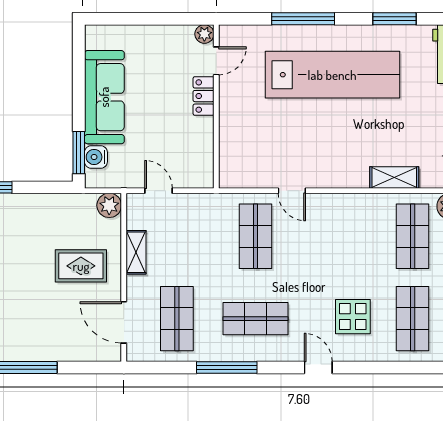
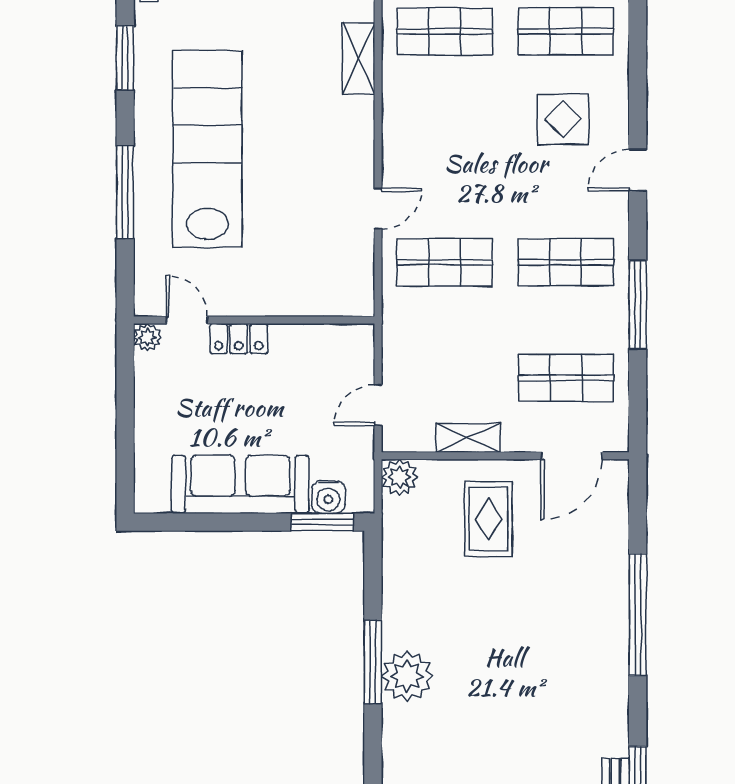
shop shelf: (255, 319) -> (566, 262), turned 90

